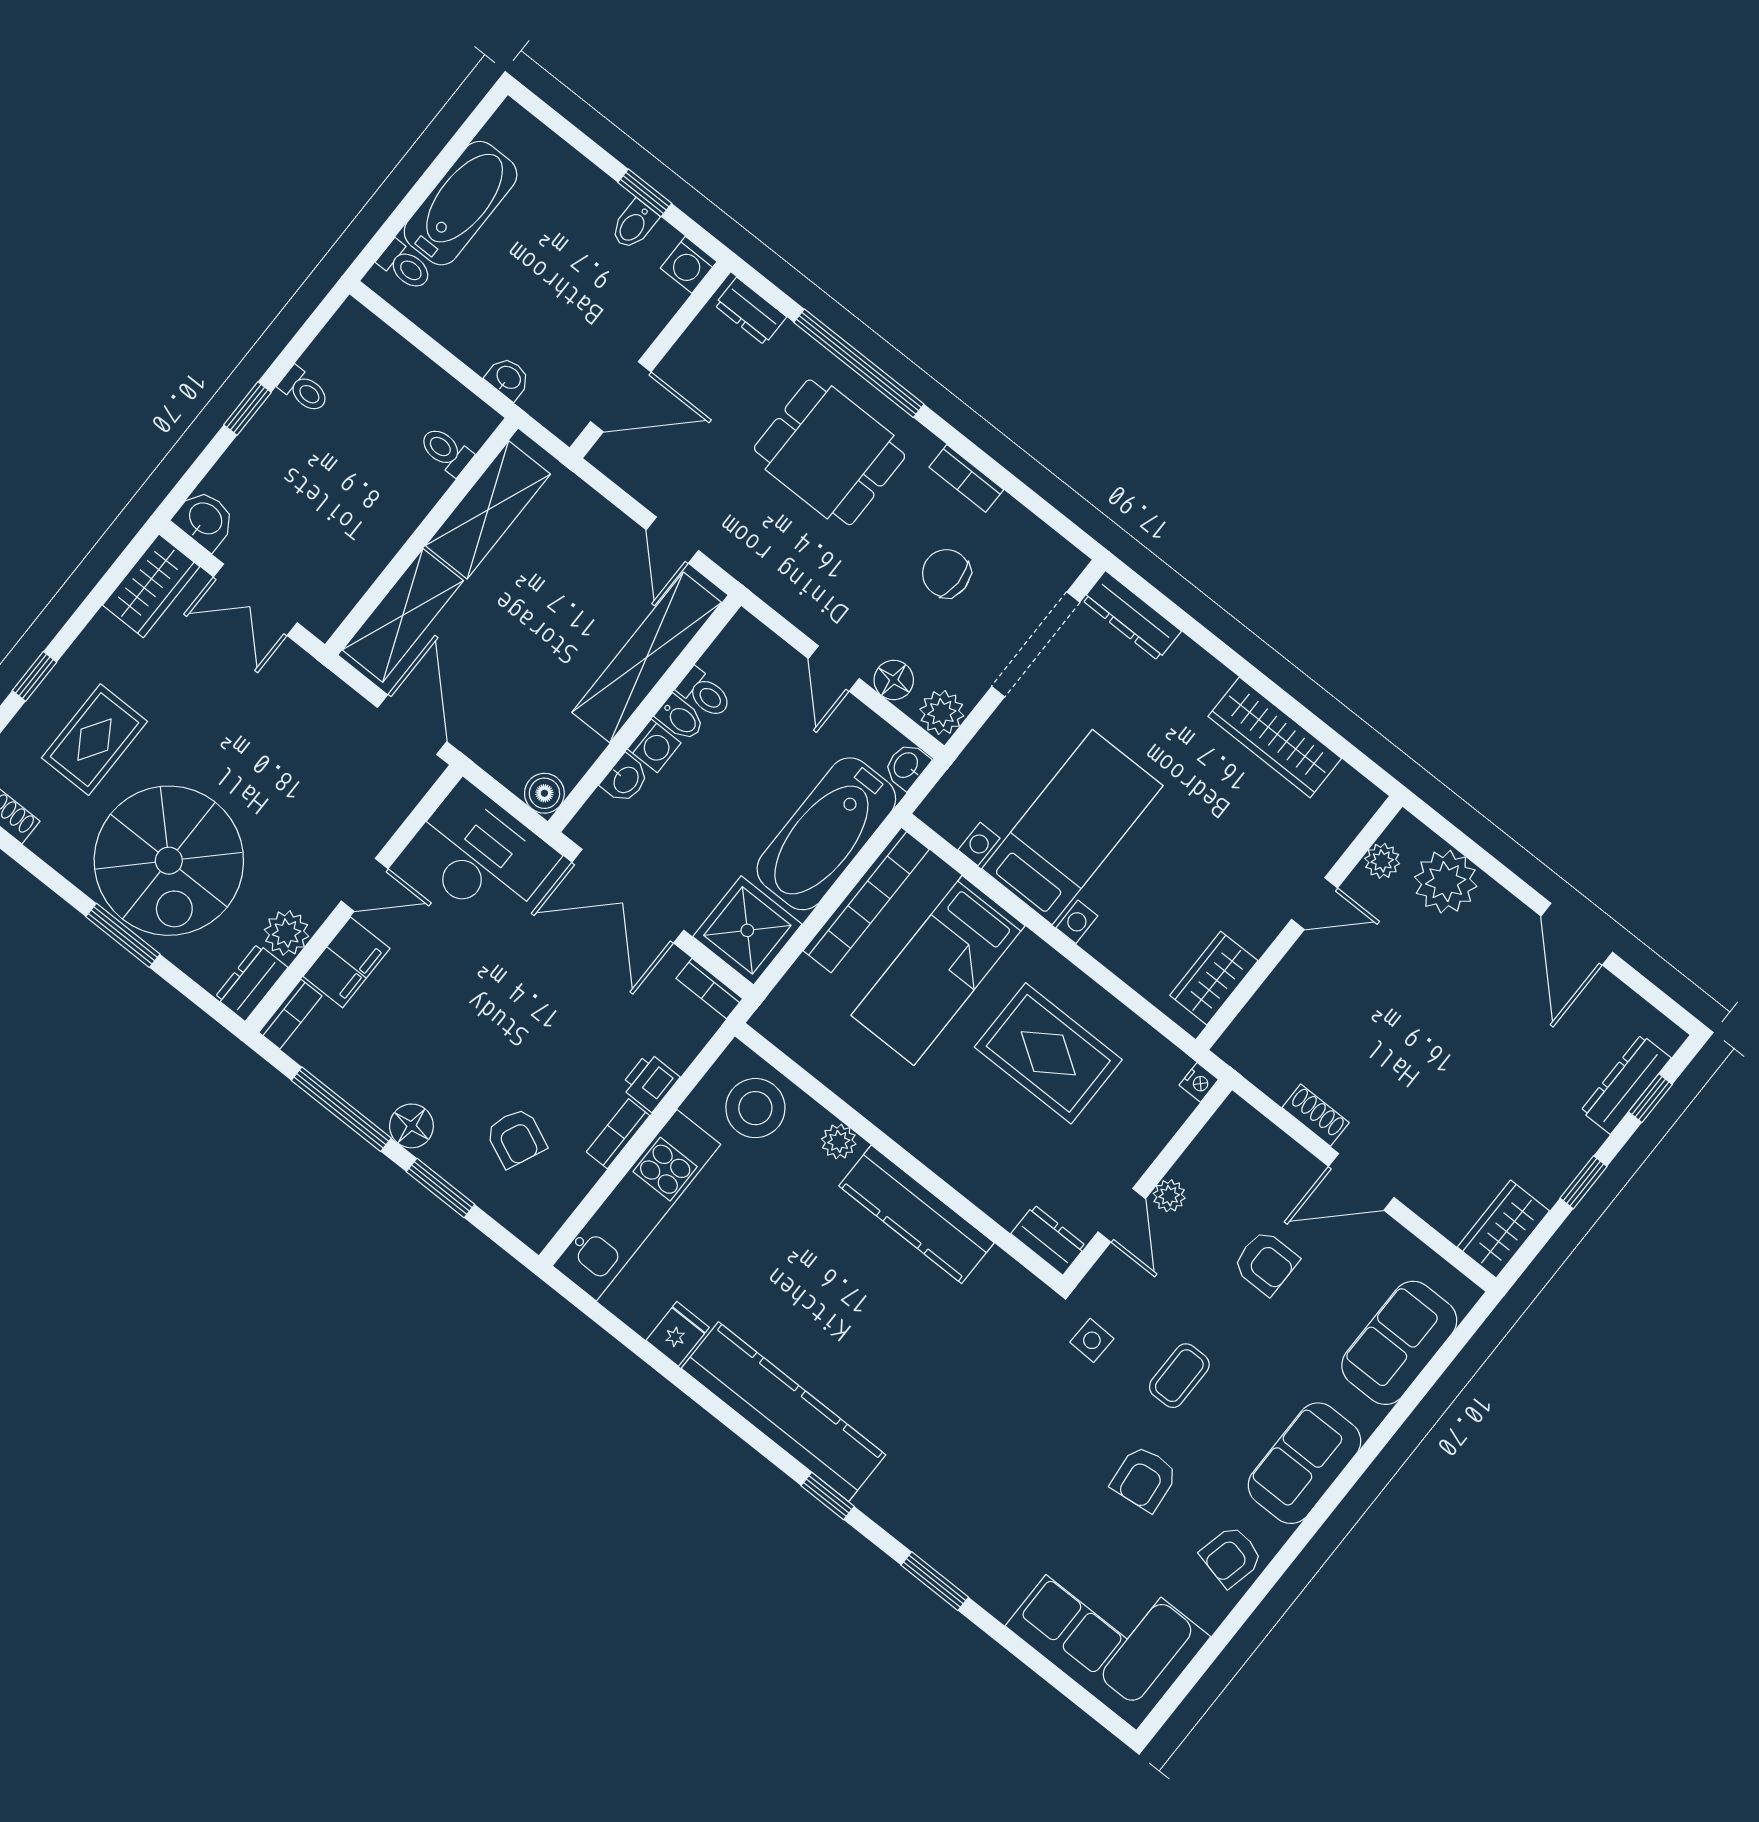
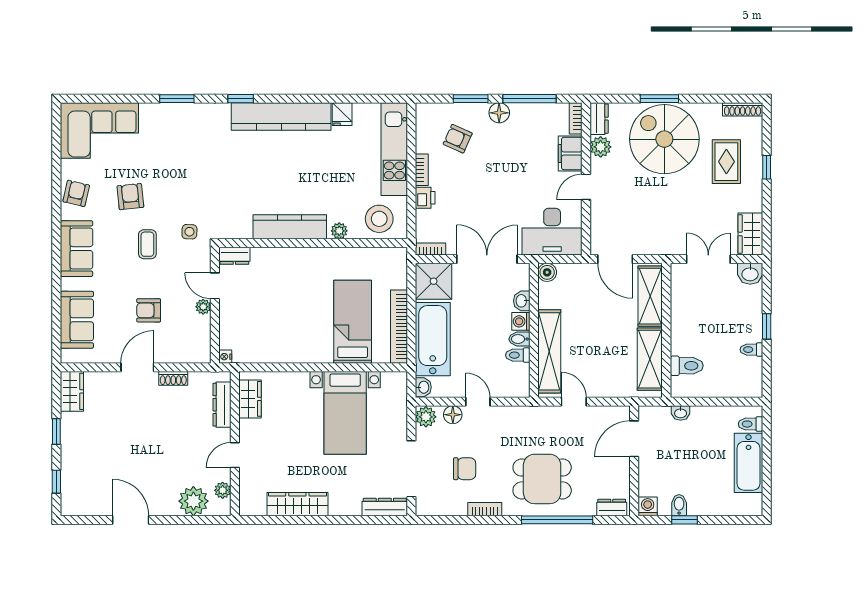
toilet: (446, 451) -> (687, 366), width x1.37, depth x1.39
rug: (1048, 1053) -> (288, 324), removed
dresser: (1626, 1084) -> (222, 405), moved, turned 180

